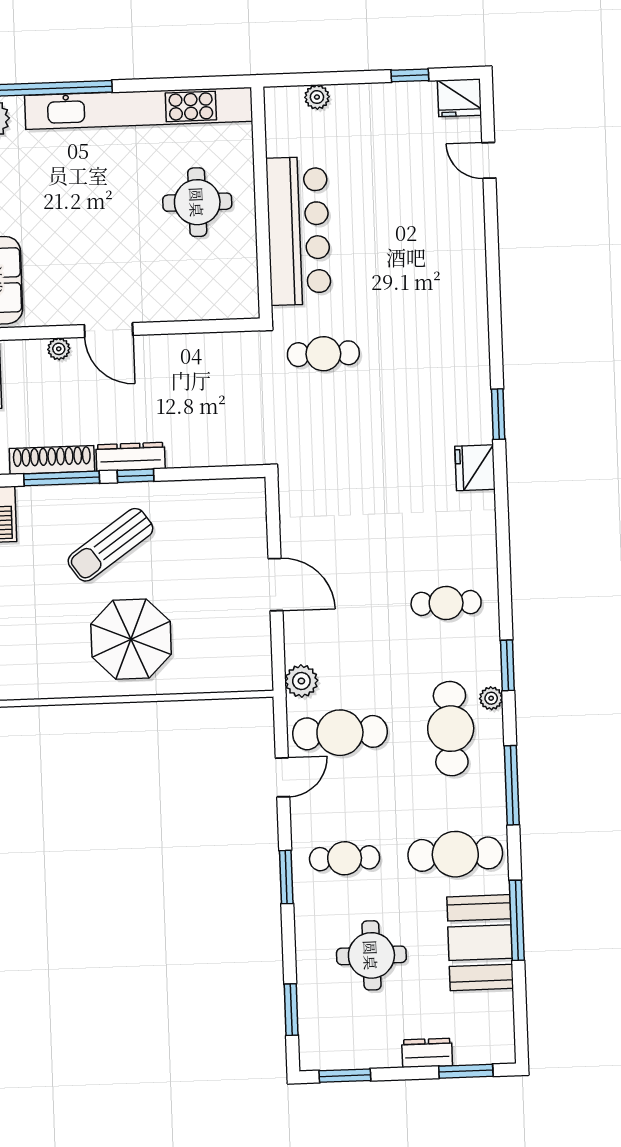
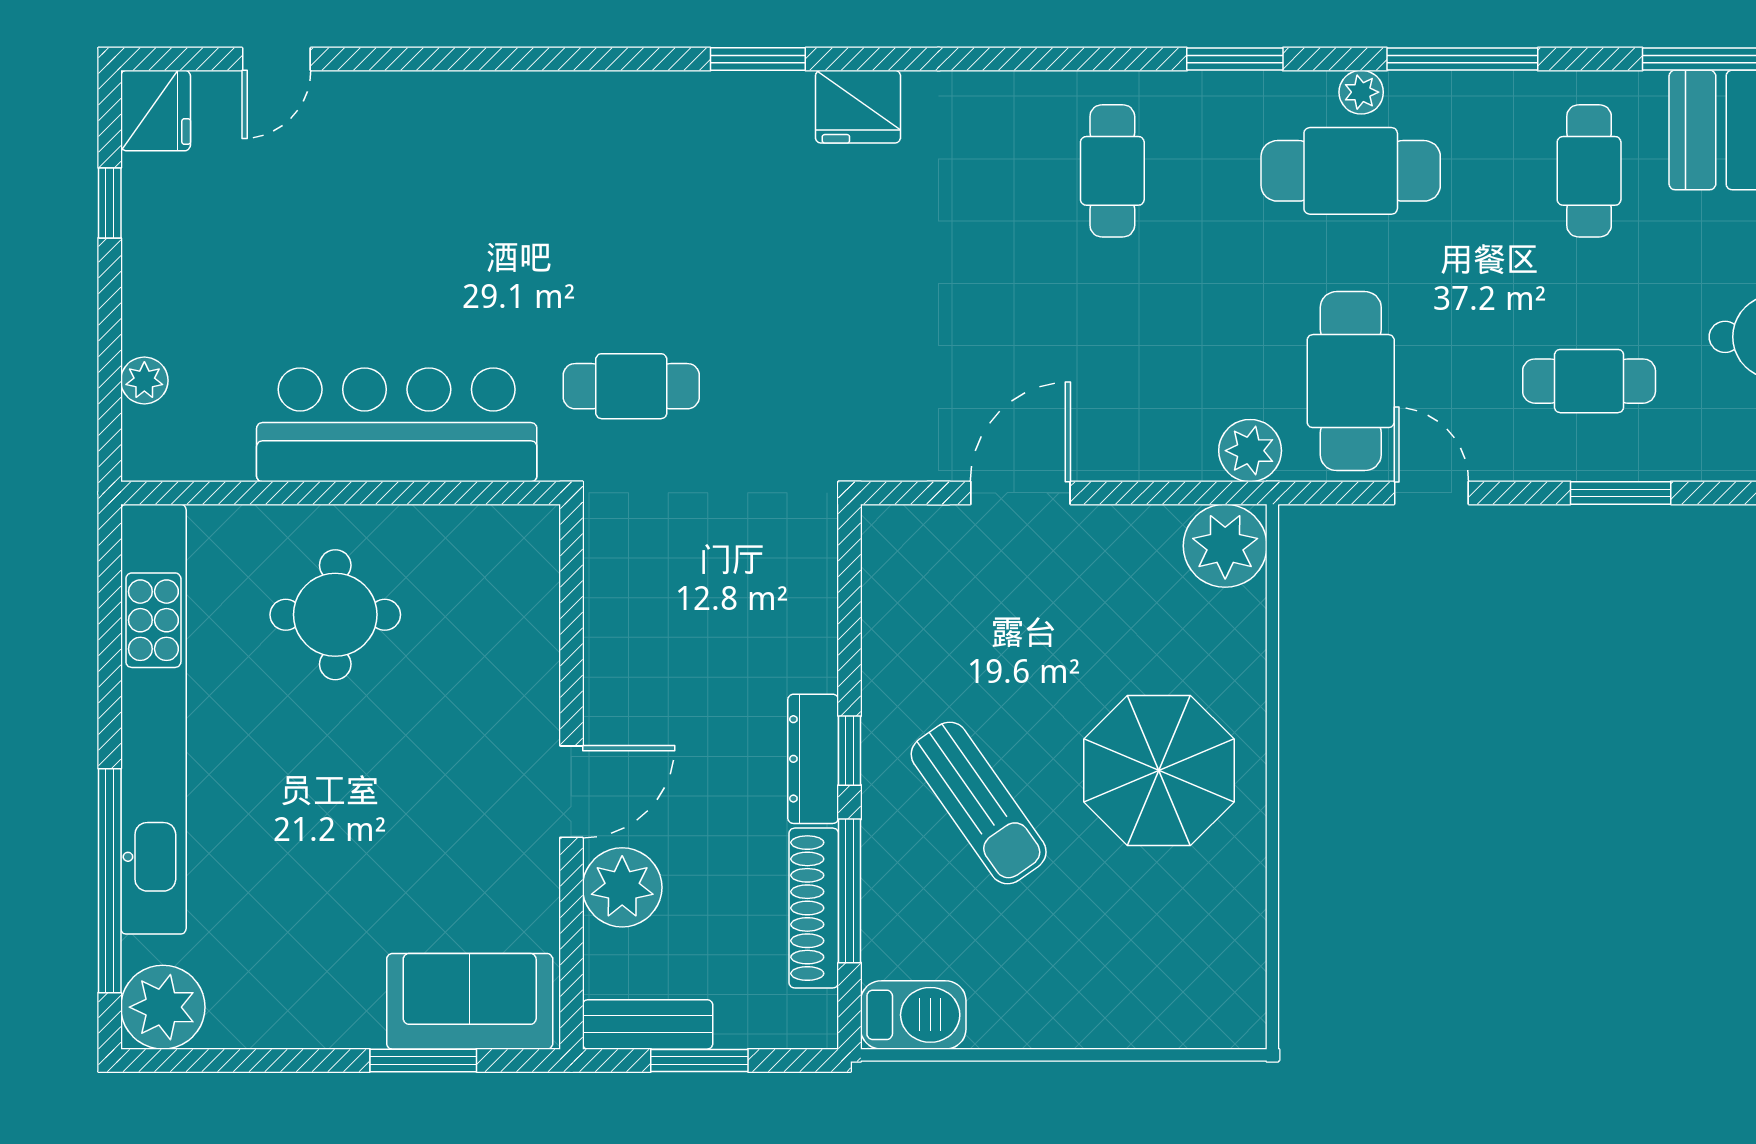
plant: (59, 349) -> (622, 887), width x1.87, depth x1.87
cafe table: (323, 354) -> (631, 386), turned 90
door: (275, 585) -> (1020, 493), moved
plant: (251, 670) -> (1225, 546), added
plant: (491, 698) -> (1361, 92), moved
cafe table: (455, 854) -> (1589, 171), width x0.73, depth x0.74
cafe table: (345, 858) -> (1589, 381), turned 90

